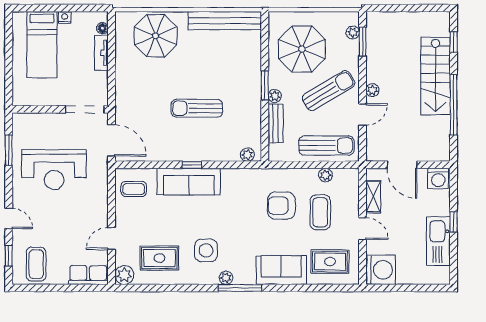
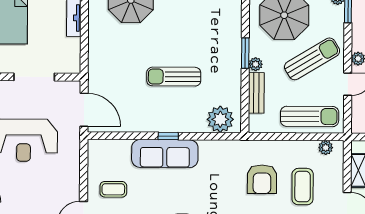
doorway: (85, 109) -> (34, 77), moved
plant: (247, 155) -> (220, 119), width x1.88, depth x1.88
plant: (326, 175) -> (326, 148), moved
coffee table: (134, 189) -> (113, 189), moved
armchair: (281, 206) -> (262, 179), turned -90

